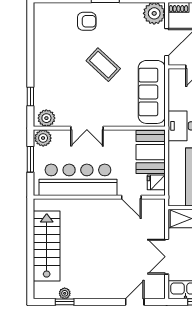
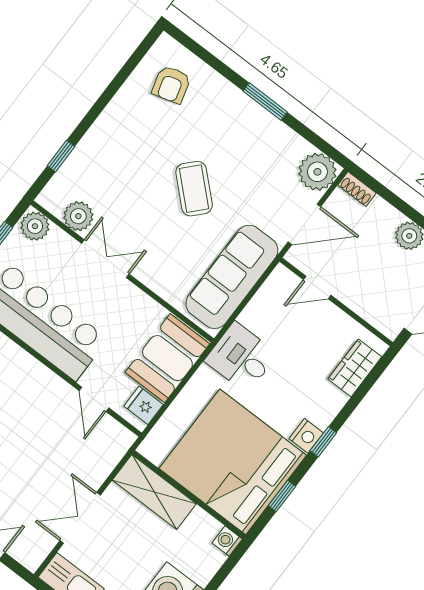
armchair: (87, 21) -> (171, 84), moved, turned 74
plant: (46, 118) -> (78, 216), moved
double door: (87, 128) -> (105, 259), swing flipped

